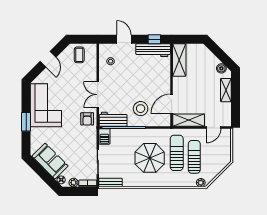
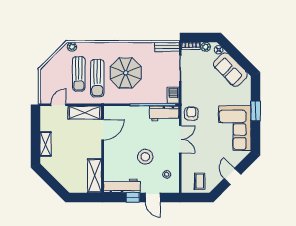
window: (154, 39) -> (133, 197), moved
boiler: (221, 68) -> (50, 167), removed
stool: (141, 109) -> (145, 157), moved

